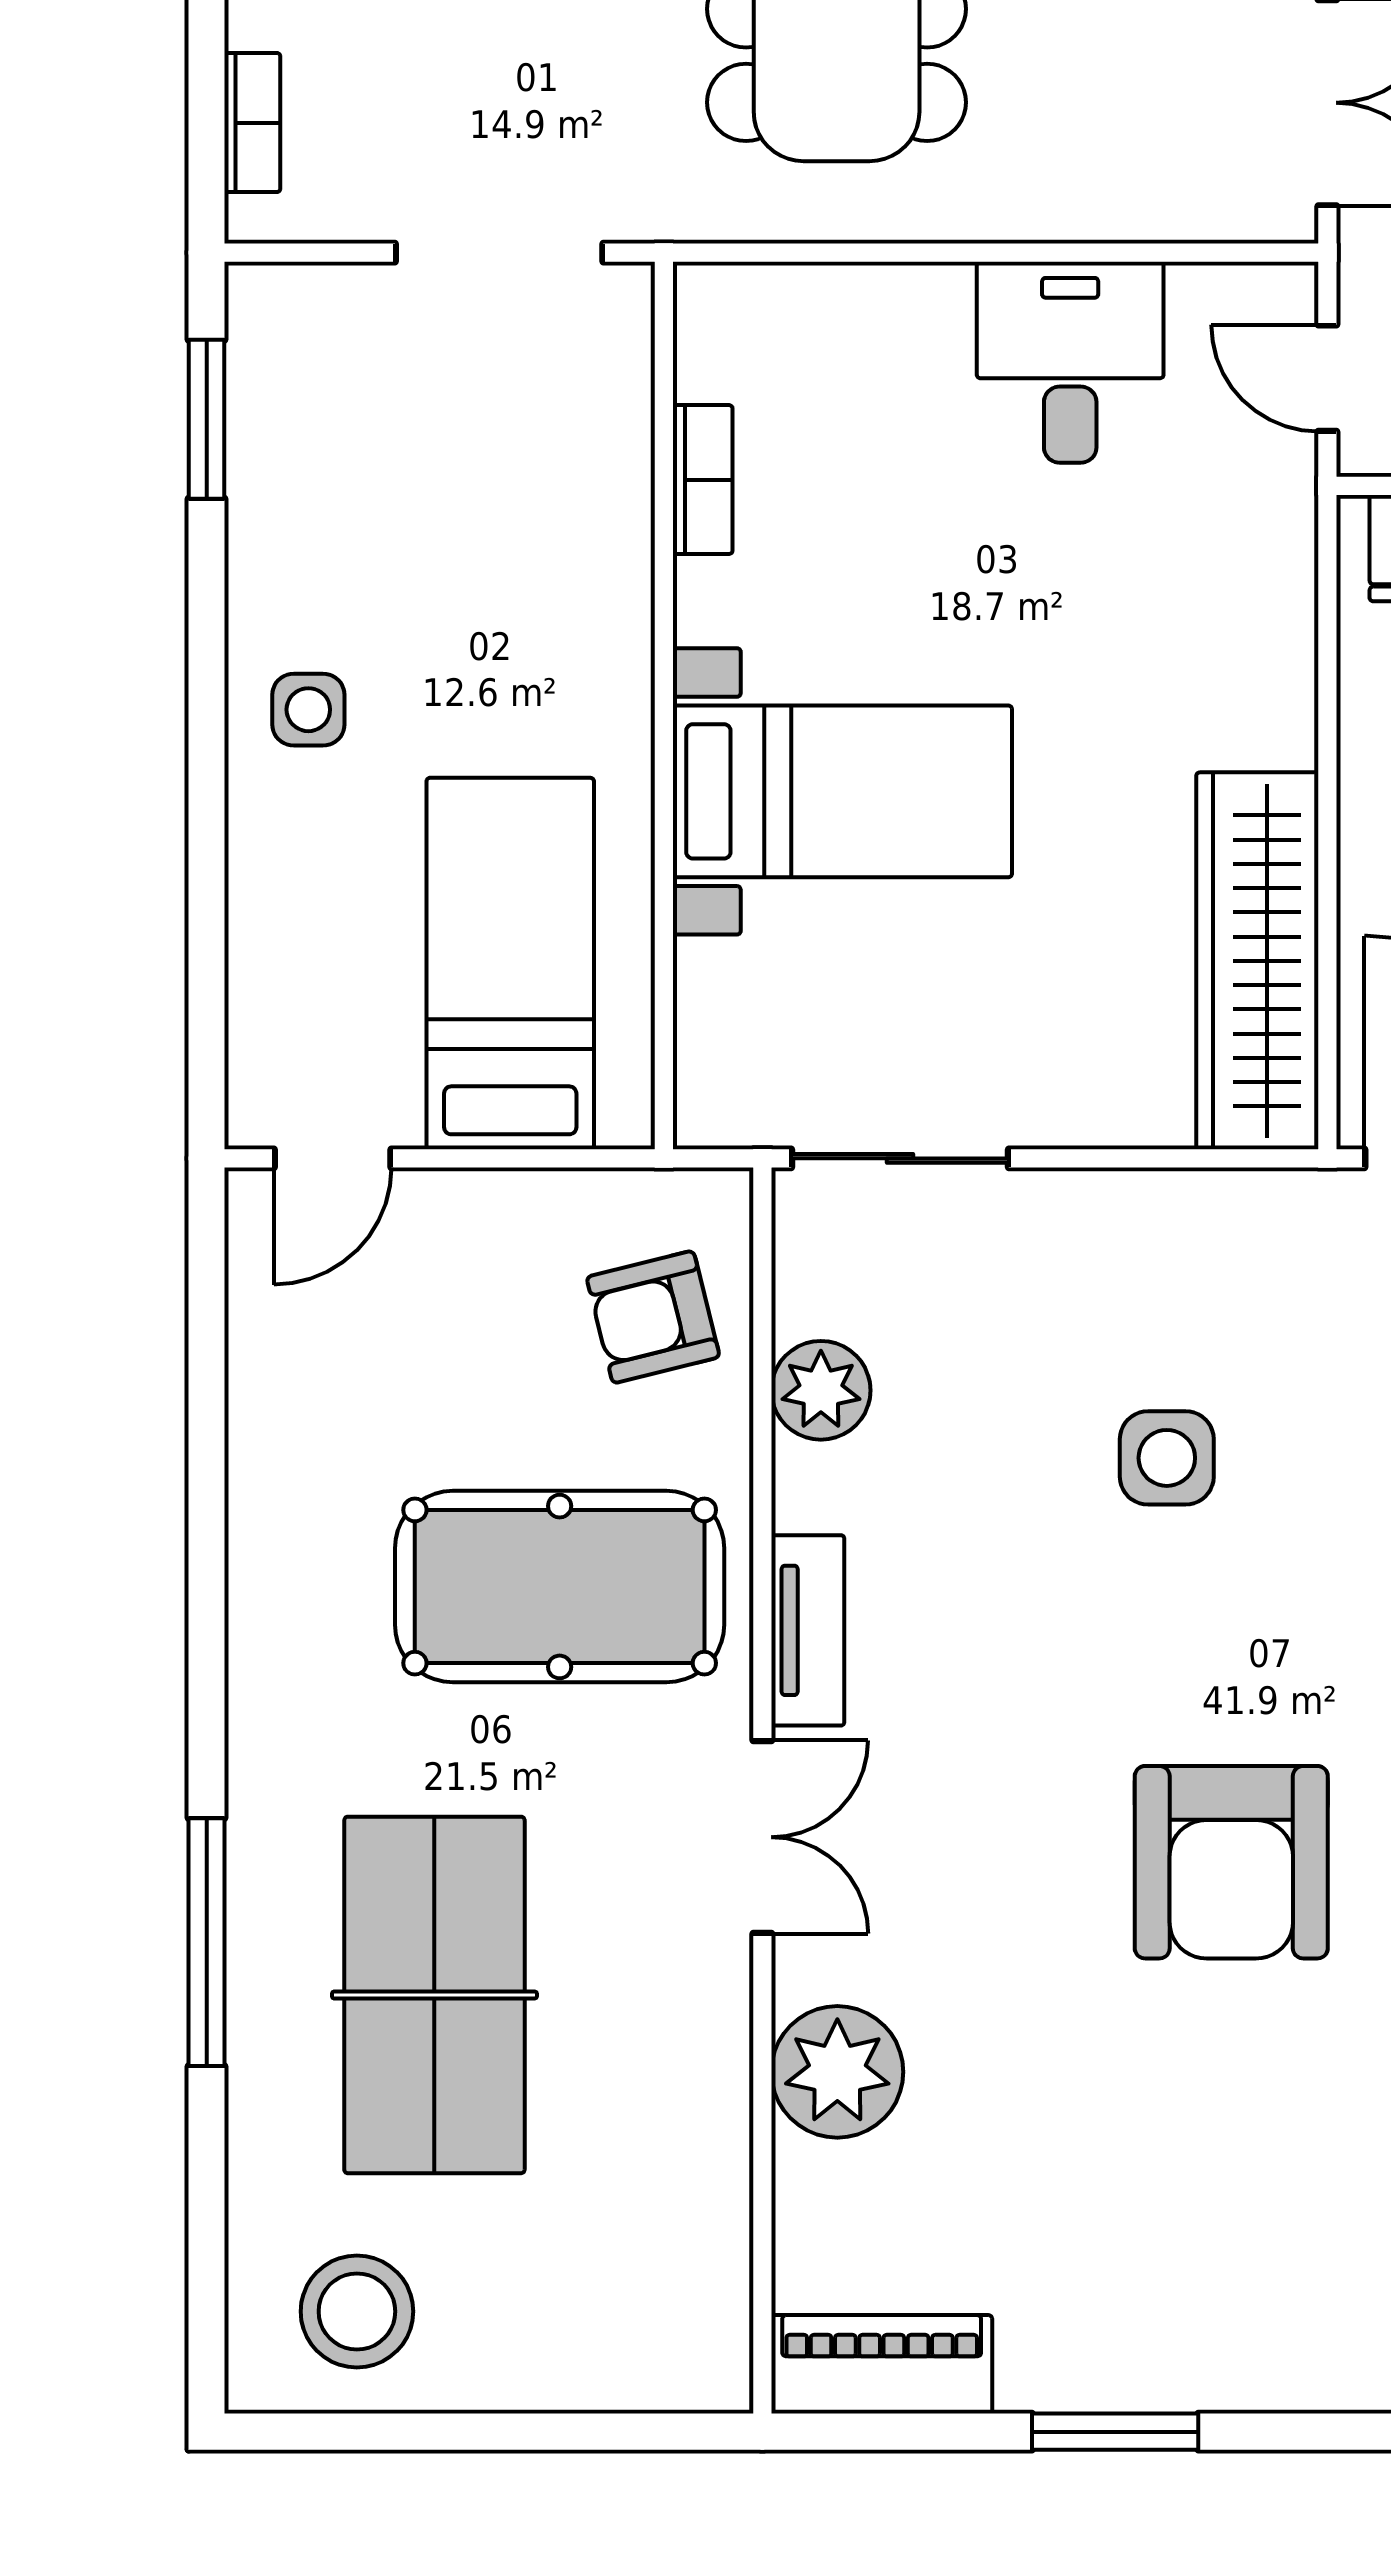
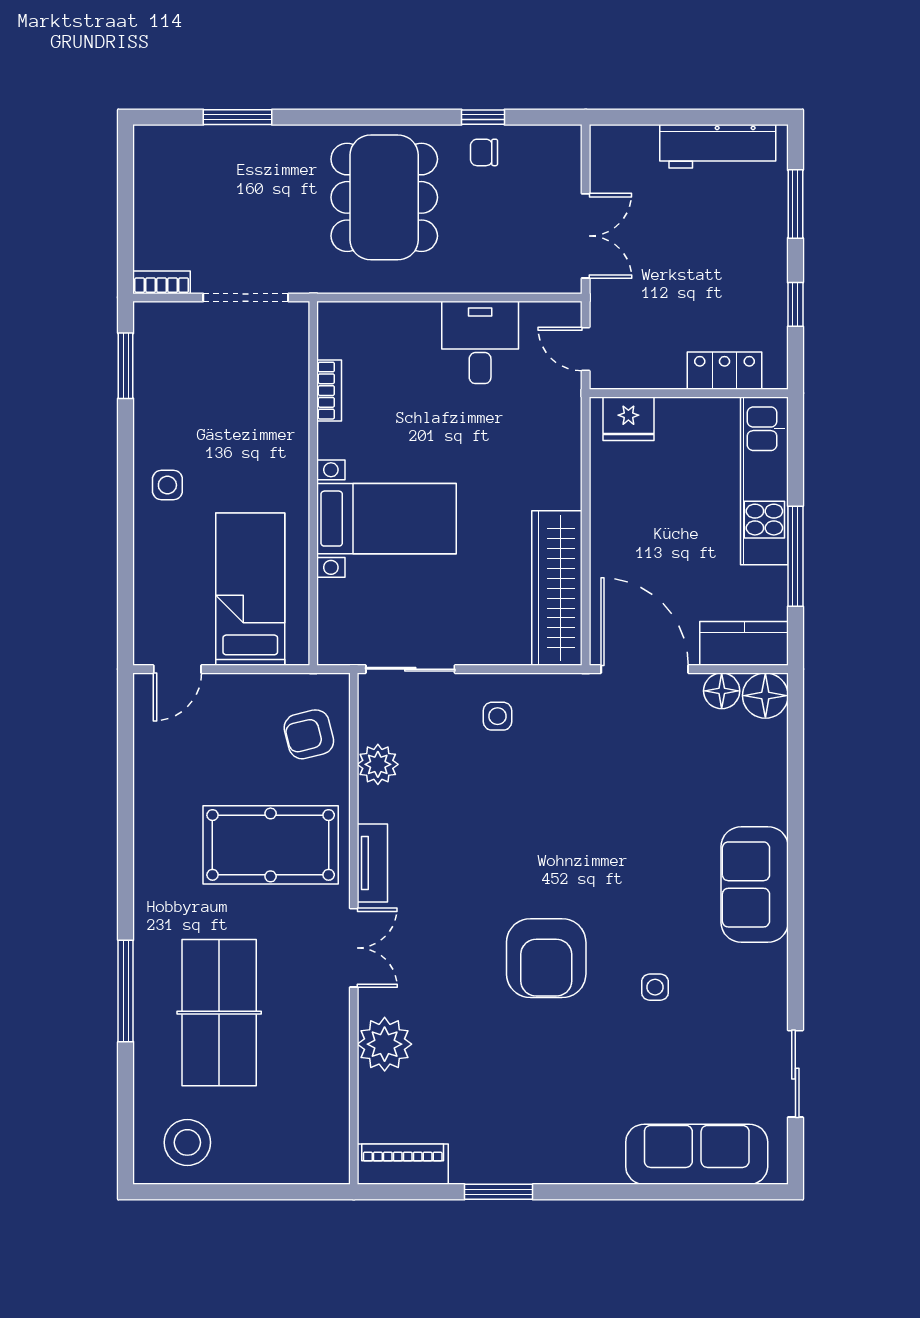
bookcase: (252, 123) -> (162, 282), moved, turned -90
side table: (1167, 1458) -> (497, 716), moved, width x0.73, depth x0.73

